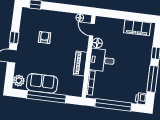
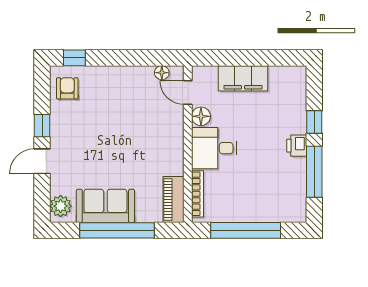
filing cabinet: (137, 28) -> (243, 78), moved
armchair: (45, 37) -> (67, 88), moved
piano: (80, 63) -> (173, 200), moved
printer: (141, 99) -> (297, 146), moved

